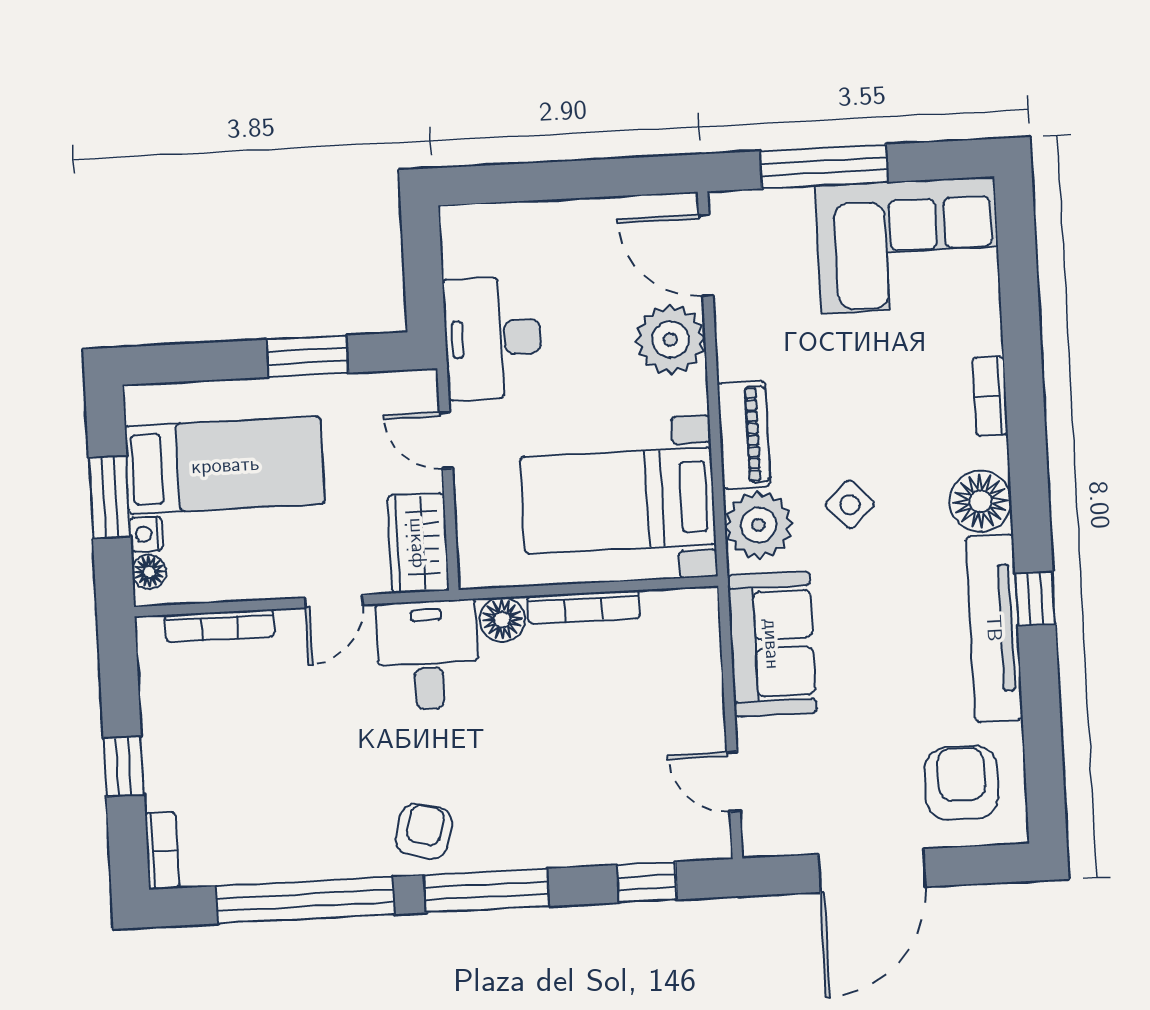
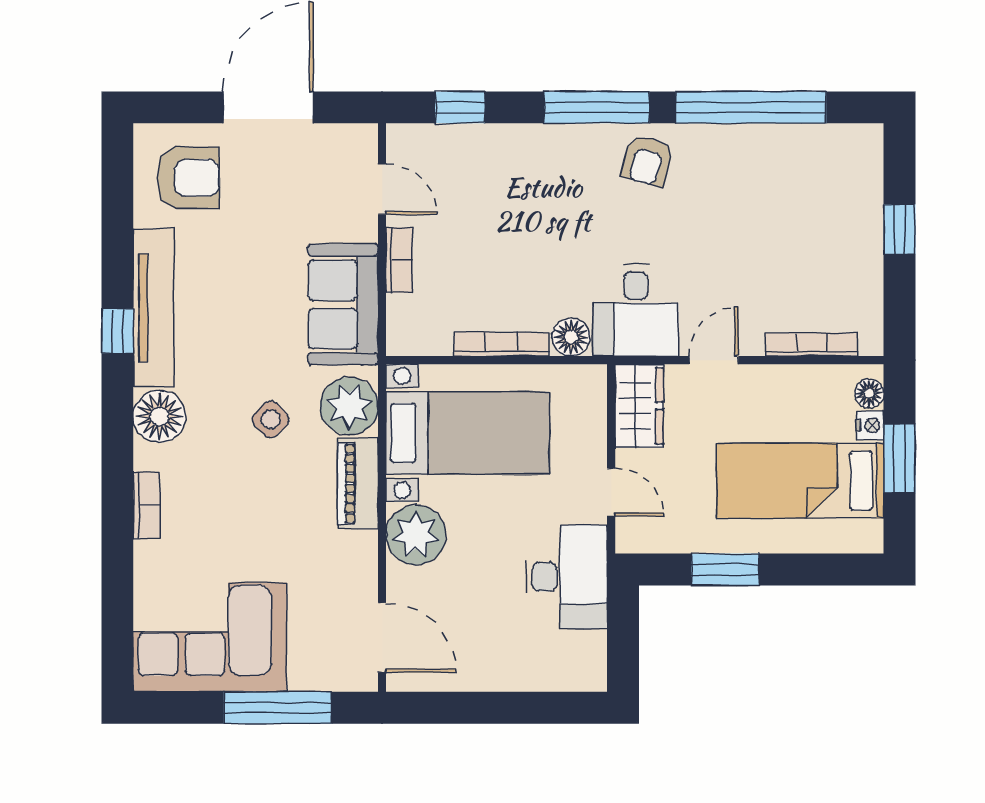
plant: (670, 340) -> (416, 535), moved
armchair: (962, 783) -> (188, 178), turned -90
bookcase: (162, 851) -> (399, 260), moved, turned 180

